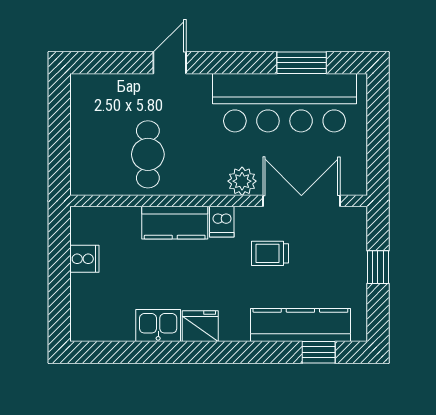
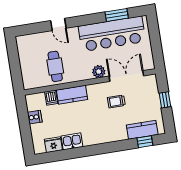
door: (170, 63) -> (58, 24), swing flipped
dishwasher: (222, 222) -> (51, 98), moved
kitchen counter: (300, 325) -> (142, 130), width x0.67
fridge: (200, 326) -> (53, 145), moved

